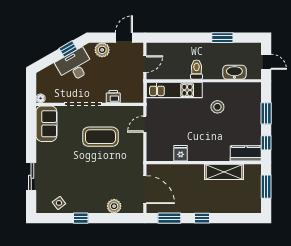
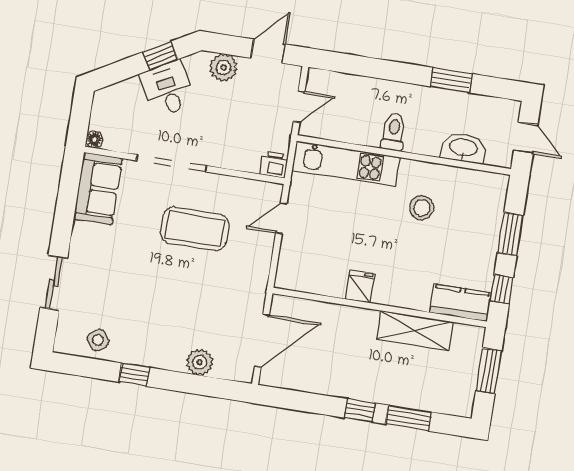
desk: (75, 66) -> (168, 89), width x0.73
printer: (113, 97) -> (274, 165), moved
fridge: (181, 153) -> (360, 286), moved
door: (145, 190) -> (262, 341), hinge flipped
window: (169, 218) -> (408, 418), moved

